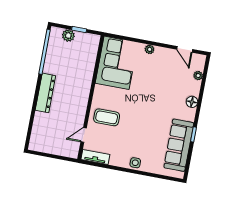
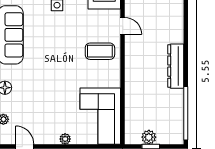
plant: (68, 36) -> (149, 137), moved
door: (84, 135) -> (123, 26), hinge flipped

